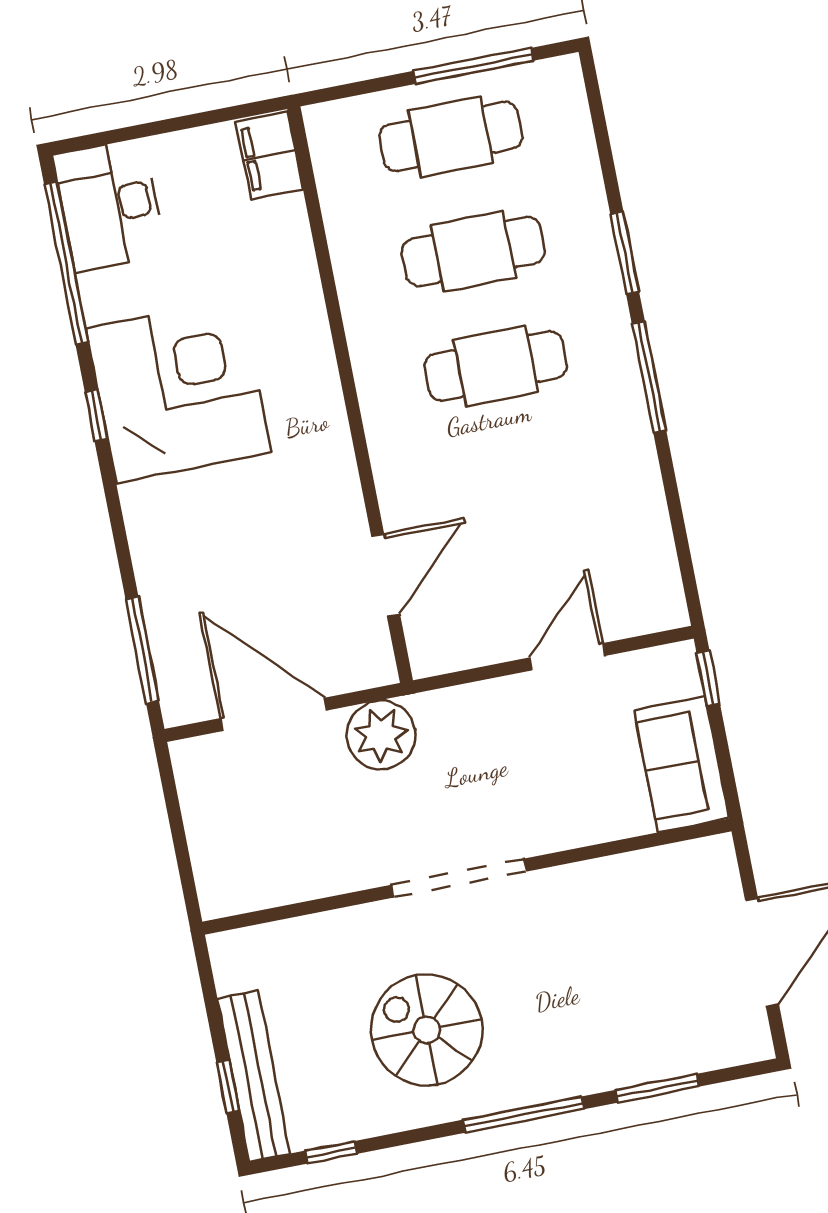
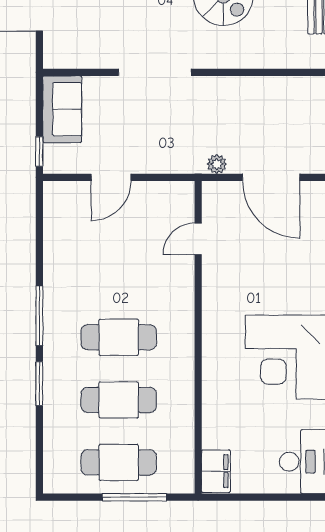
window: (473, 66) -> (134, 497), moved
door: (386, 575) -> (198, 239), width x0.73
plant: (381, 735) -> (217, 164), width x0.53, depth x0.53
doorway: (459, 878) -> (155, 72), moved

